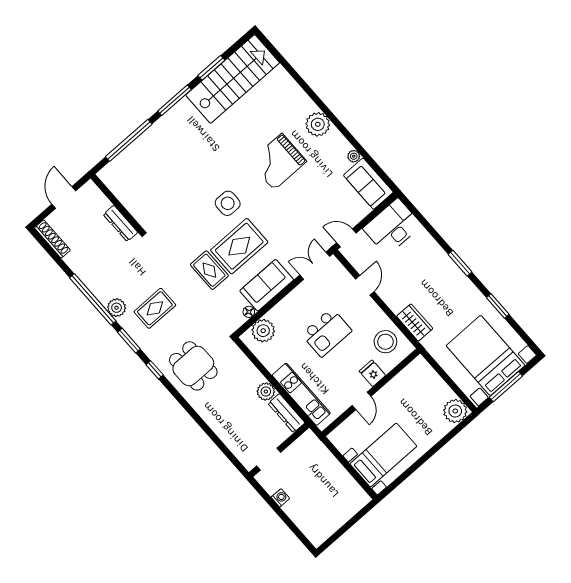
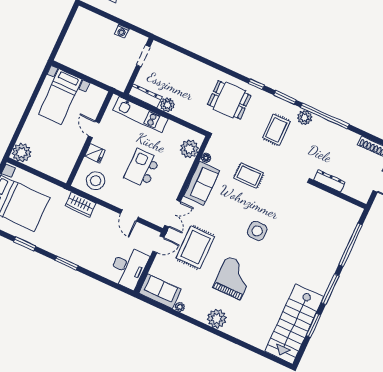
rug: (239, 246) -> (195, 247), moved

